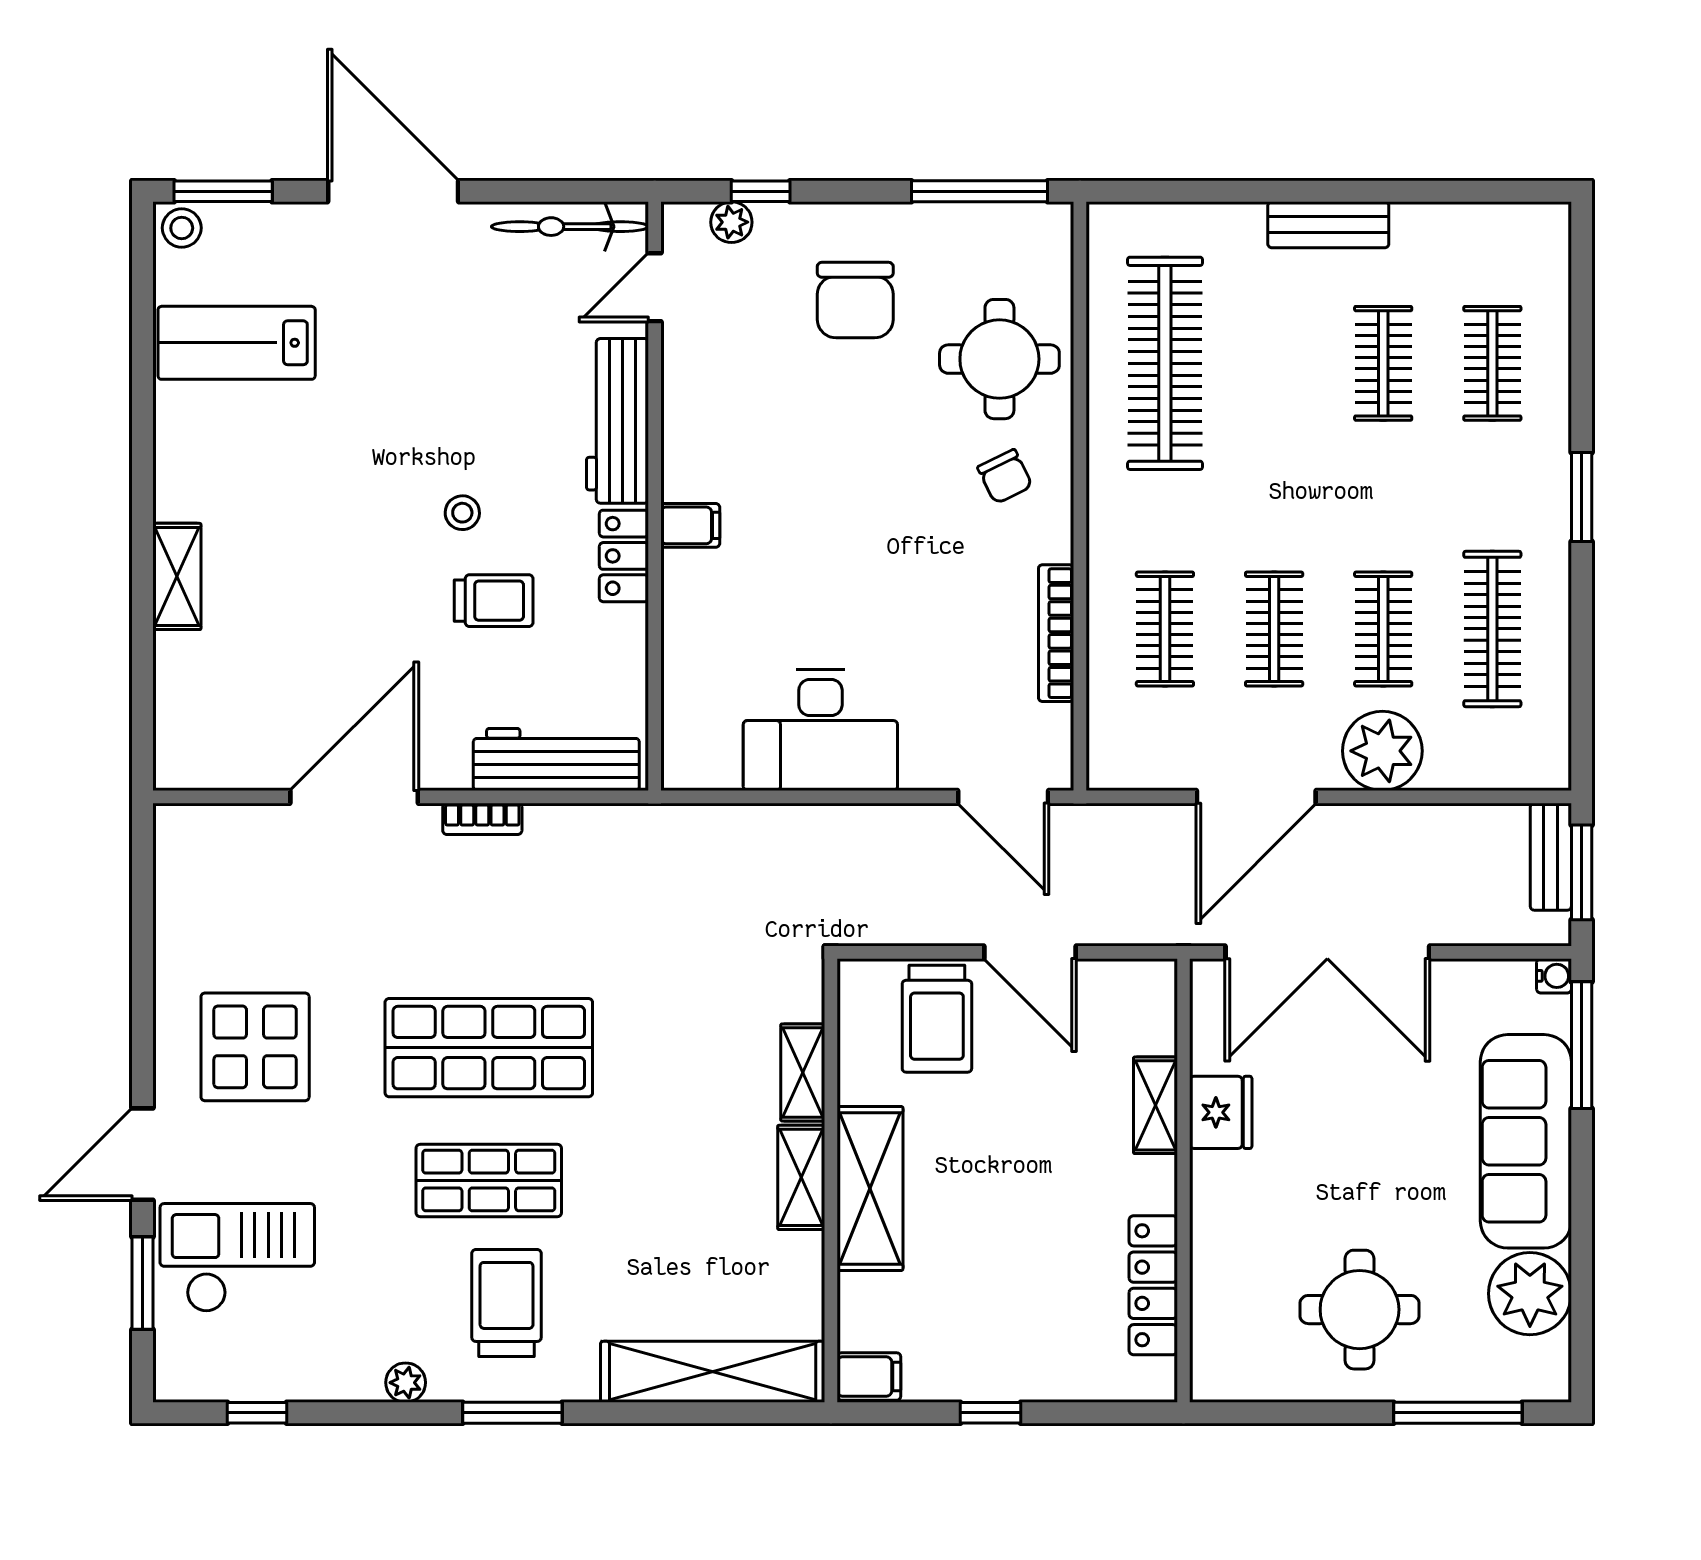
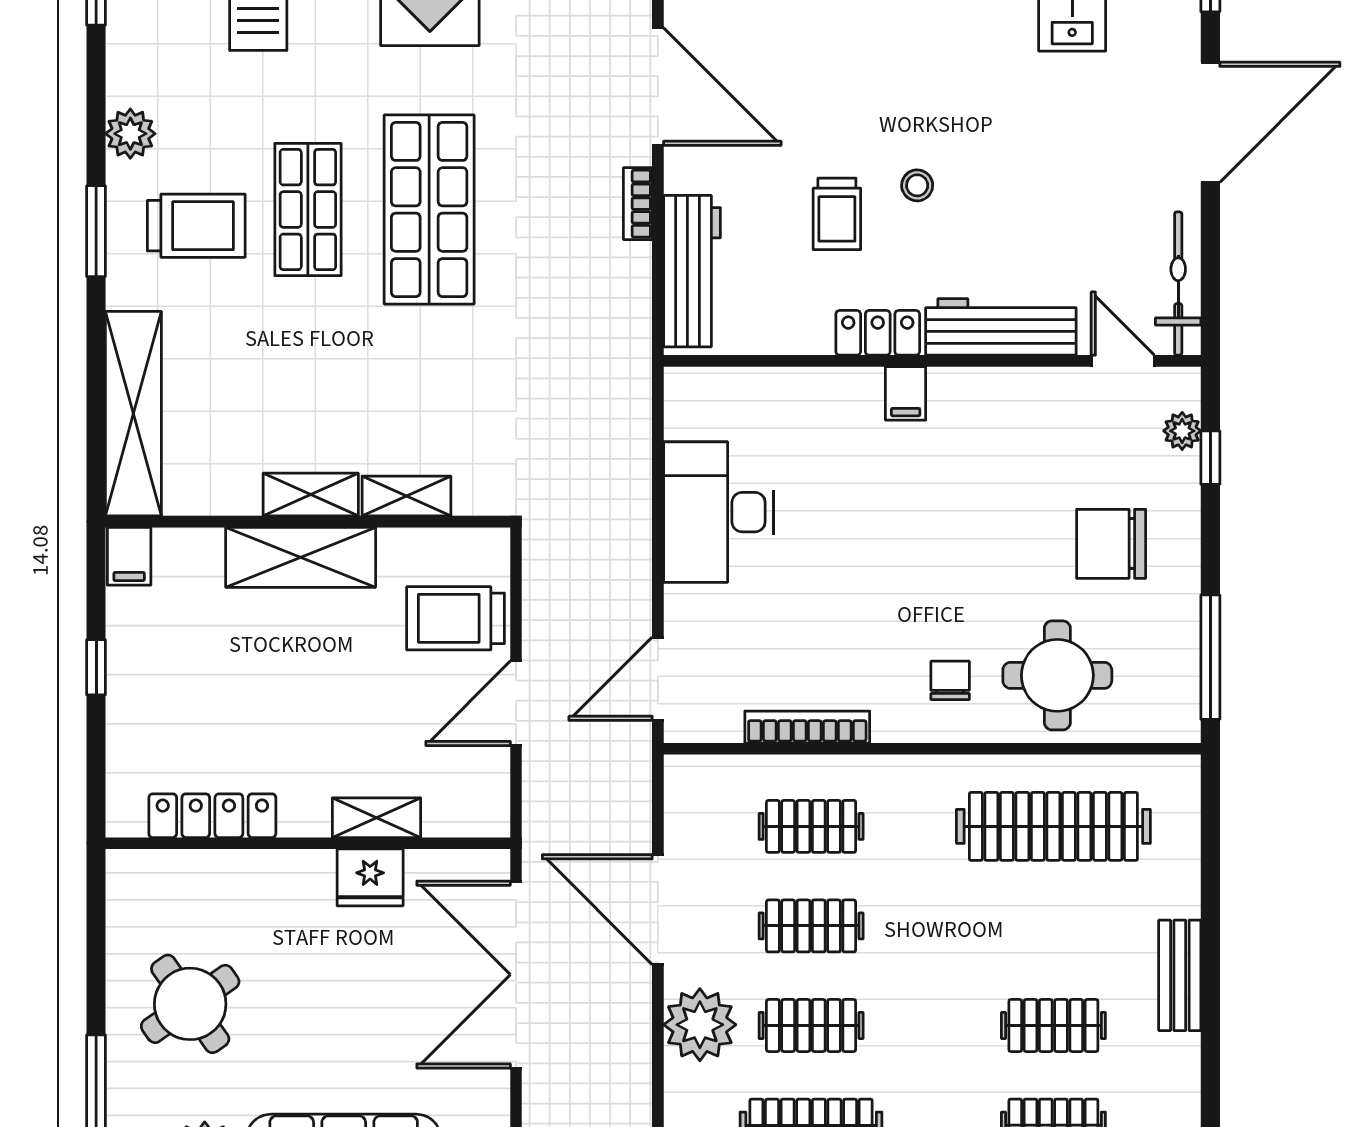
chair: (1005, 477) -> (950, 680), turned 116
round table: (1360, 1310) -> (190, 1004), turned -35
plant: (406, 1383) -> (130, 134), width x1.38, depth x1.38

